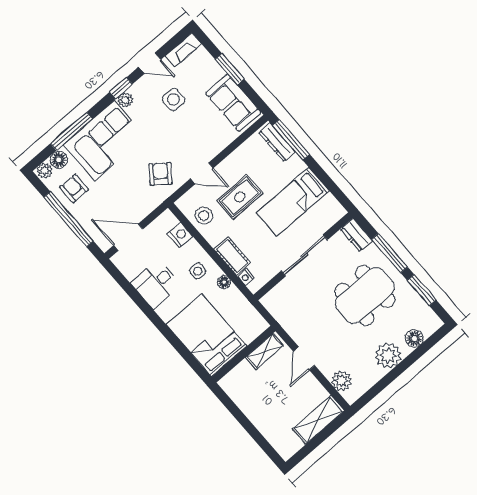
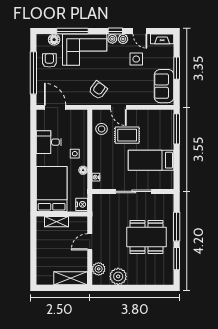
dresser: (277, 142) -> (169, 124), removed
plant: (45, 171) -> (123, 39), moved
nightstand: (180, 235) -> (82, 204), moved
dresser: (356, 235) -> (168, 204), removed
cot: (232, 256) -> (98, 161), removed
floor lamp: (414, 339) -> (152, 279), removed
shelving: (265, 351) -> (56, 222), moved
plant: (388, 356) -> (118, 276), moved

